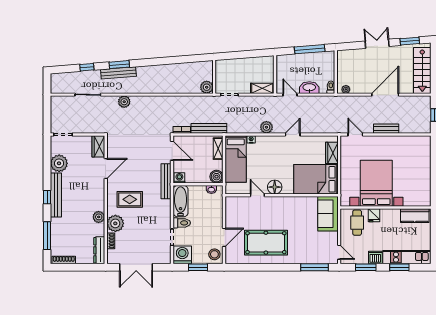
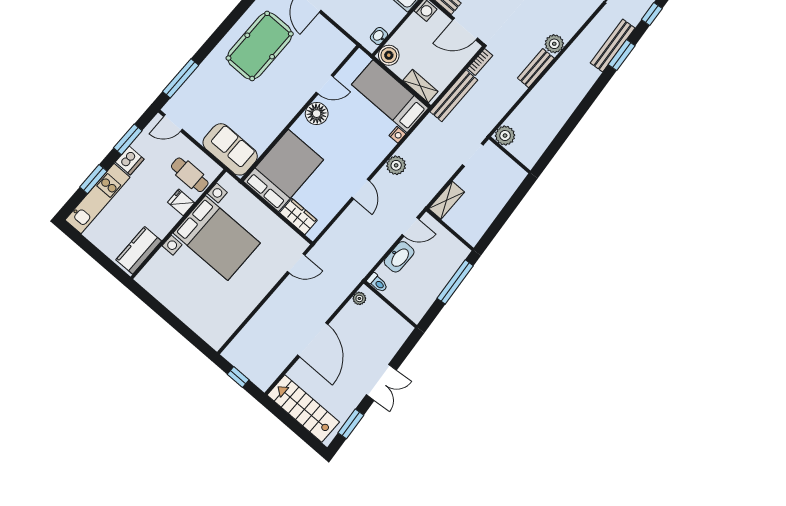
window: (310, 49) -> (455, 282), moved
plant: (124, 102) -> (554, 44), moved
bench: (386, 129) -> (536, 68), moved

